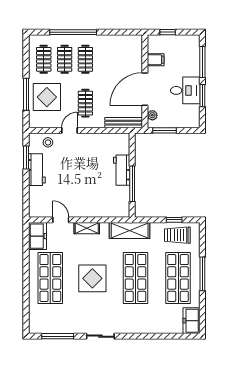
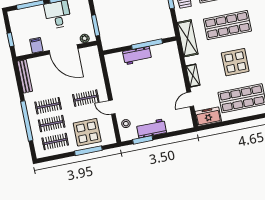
bench: (124, 123) -> (25, 76), moved

